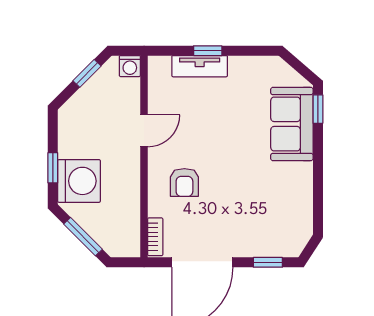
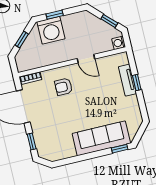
sofa: (292, 124) -> (101, 138), width x1.36
window: (83, 237) -> (22, 40), width x0.67

